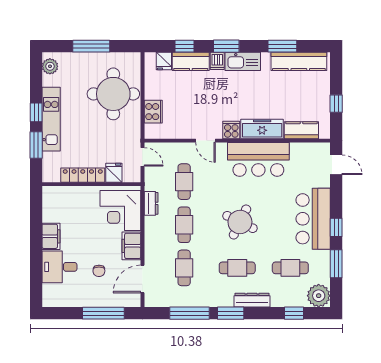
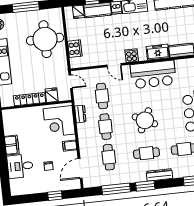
freezer: (262, 129) -> (158, 52), width x0.71
filing cabinet: (131, 246) -> (70, 146), width x0.50
window: (103, 313) -> (55, 196), width x0.46

